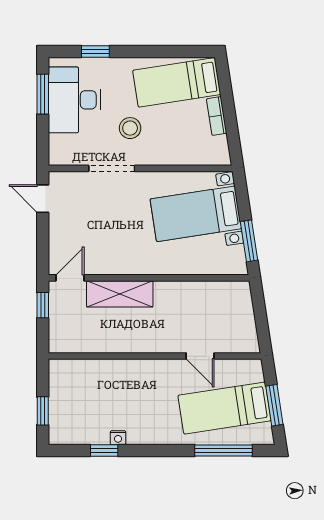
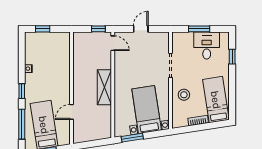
window: (43, 94) -> (199, 29), moved
desk: (74, 100) -> (207, 45), width x0.73
stool: (130, 128) -> (184, 95), moved
door: (43, 199) -> (141, 29), moved
shelving: (120, 294) -> (104, 87), moved
window: (104, 451) -> (22, 91), moved

